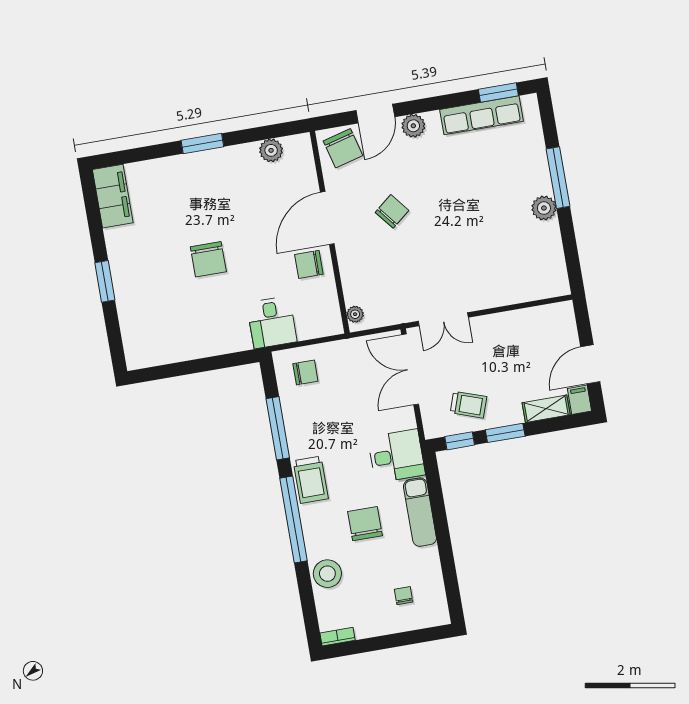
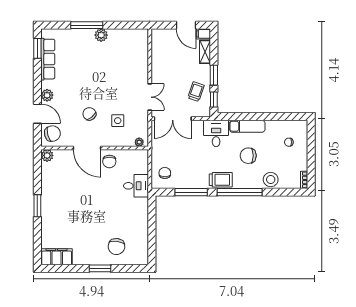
plant: (271, 150) -> (47, 155), moved
chair: (208, 259) -> (116, 247), moved, turned 97
side table: (389, 267) -> (118, 121), added

